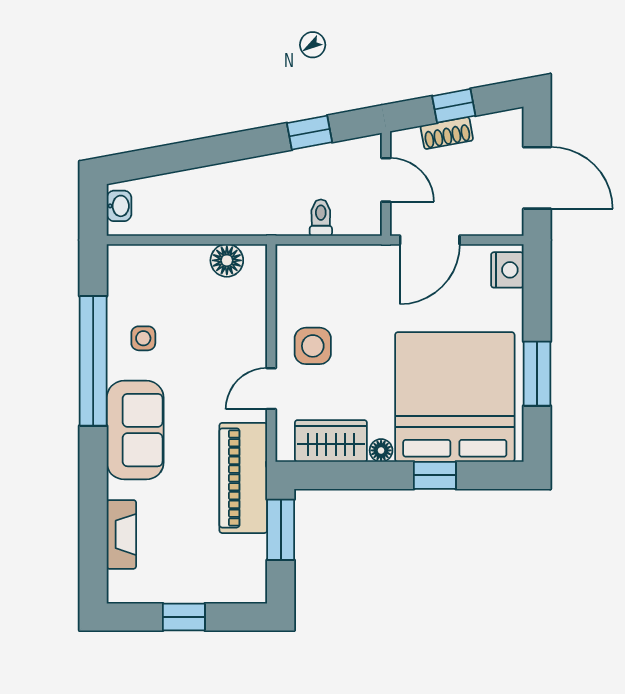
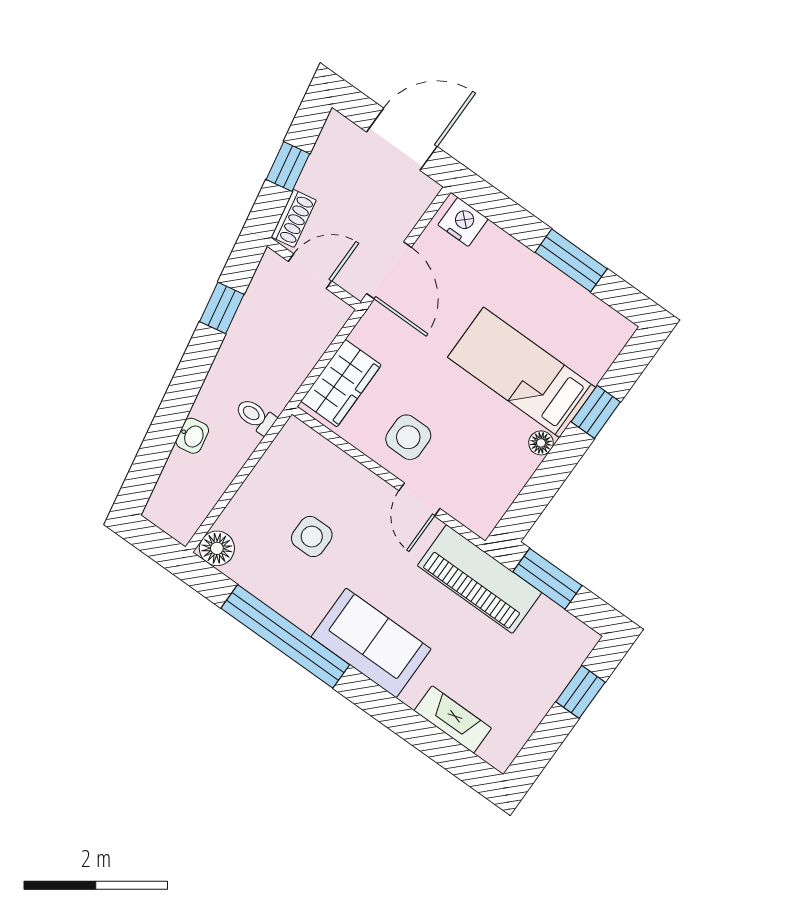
shoe rack: (447, 133) -> (294, 218), moved
washbasin: (119, 206) -> (192, 436), moved, turned 79
toilet: (321, 218) -> (256, 416), moved
floor lamp: (227, 260) -> (217, 548), moved
side table: (143, 338) -> (312, 537), moved, width x1.37, depth x1.37
bed: (455, 397) -> (522, 372), width x0.49
wardrobe: (331, 441) -> (341, 383), moved, turned 180
window: (184, 617) -> (581, 692), moved

